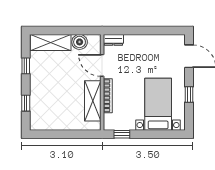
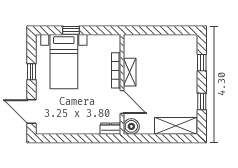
boiler: (80, 42) -> (131, 126), moved
shelving: (93, 101) -> (130, 72), width x0.67, depth x0.75
window: (122, 134) -> (71, 30), moved

